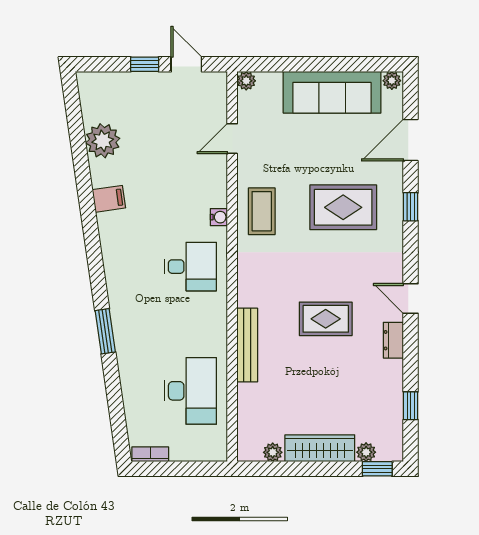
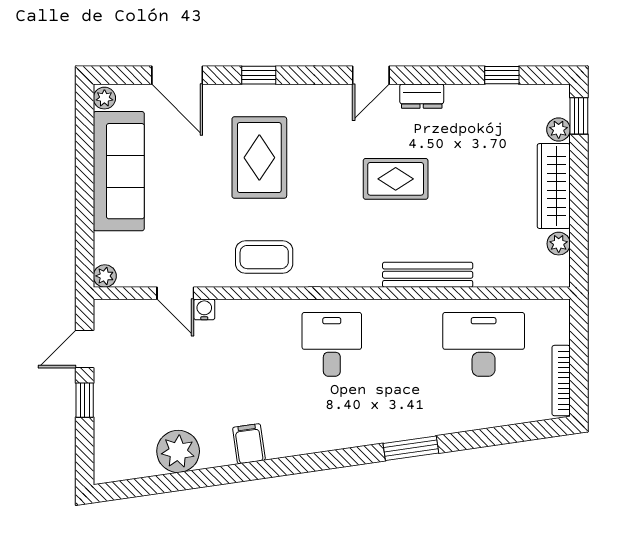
water cooler: (219, 217) -> (204, 309), moved
rug: (326, 319) -> (396, 179), turned 90
bookcase: (150, 454) -> (561, 381), width x1.56

